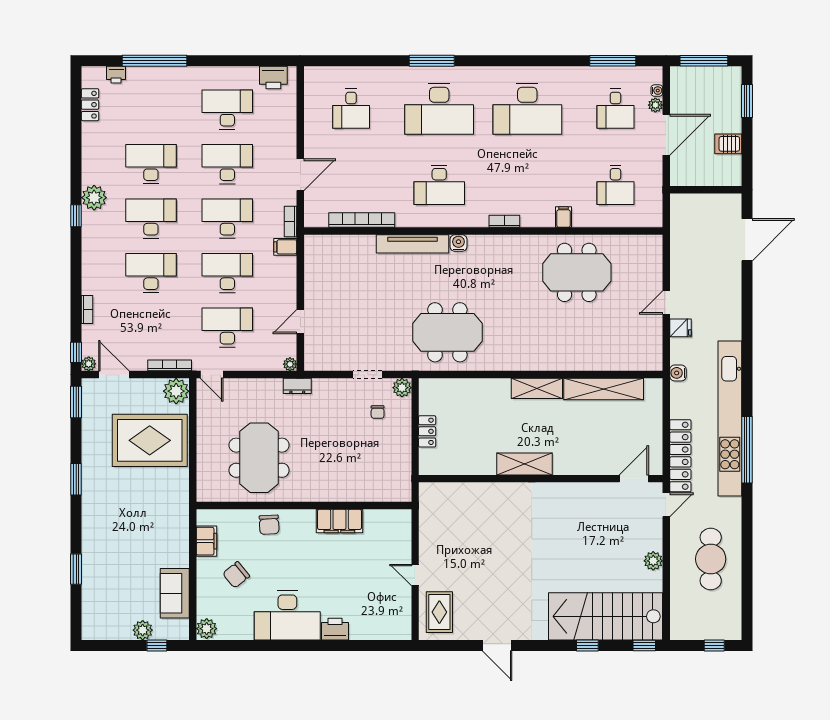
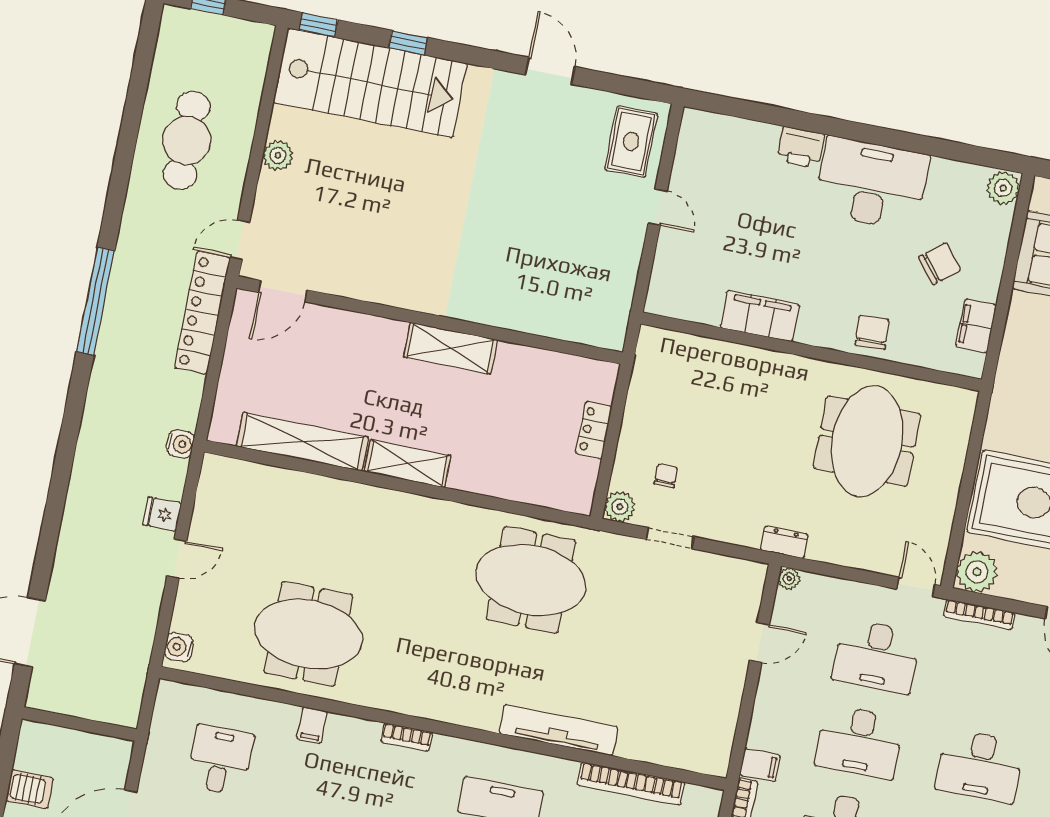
water cooler: (458, 243) -> (179, 647), moved, turned 90
kitchen unit: (730, 418) -> (113, 356), removed

